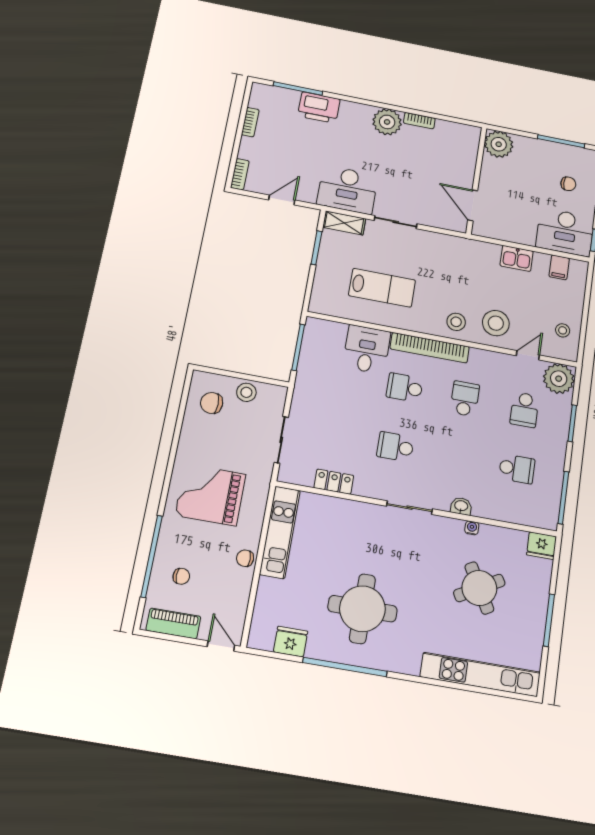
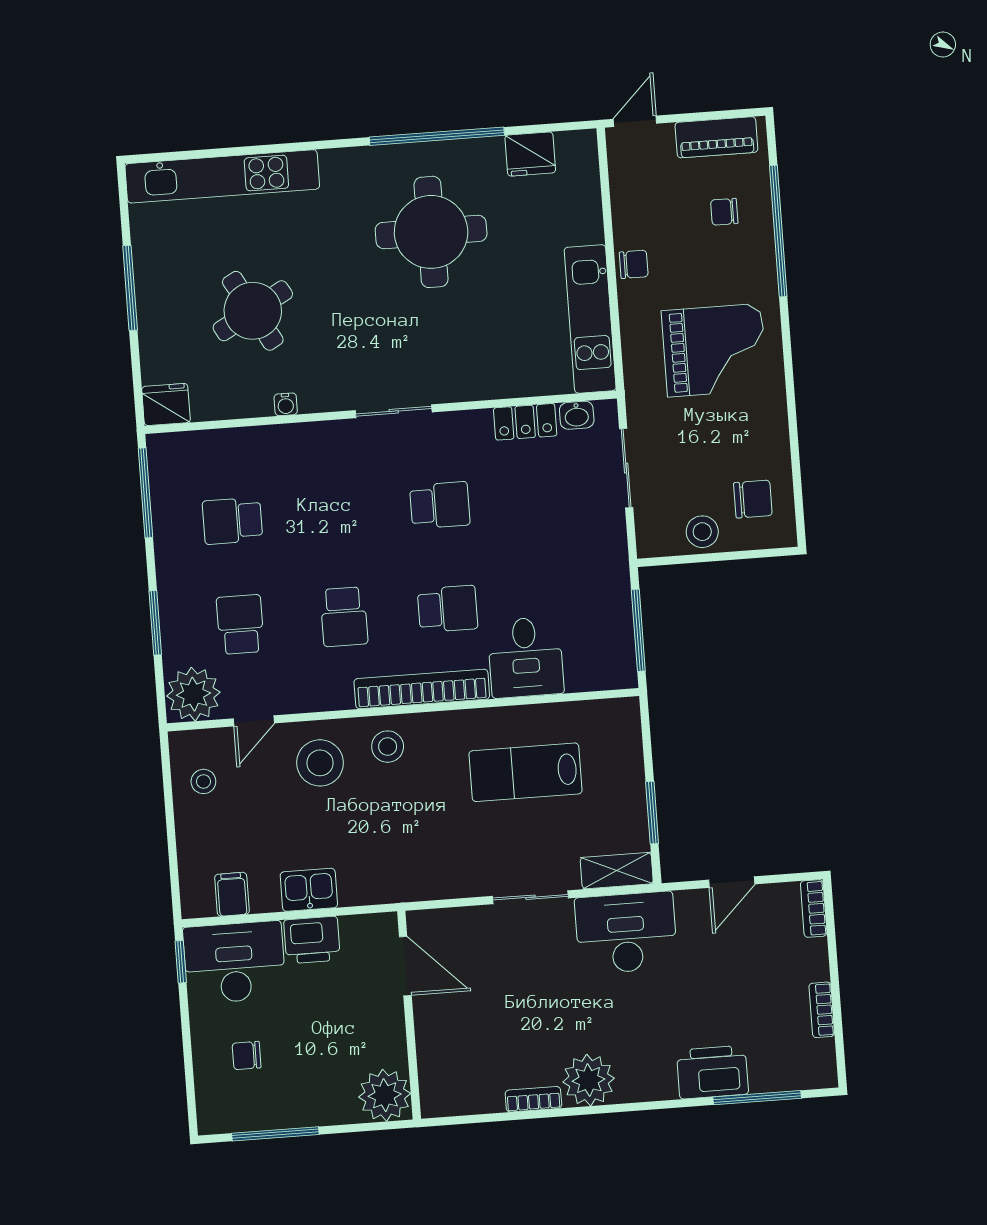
printer: (521, 232) -> (312, 940), added
washbasin: (461, 506) -> (577, 415), moved
door: (221, 646) -> (635, 121), swing flipped

